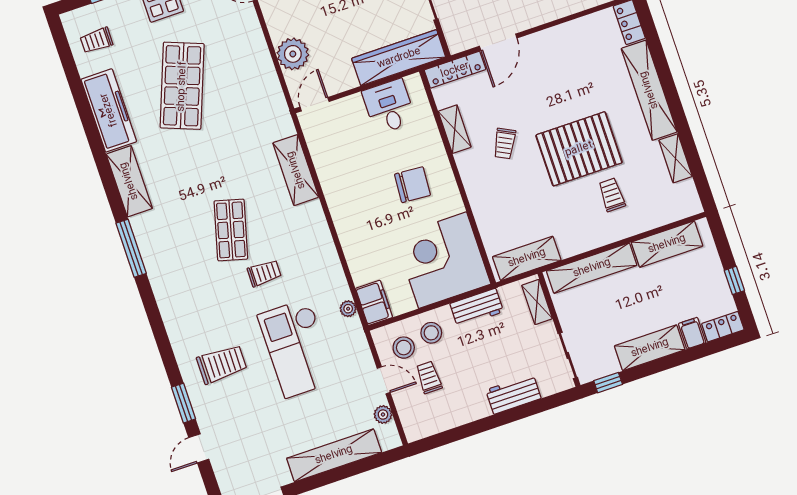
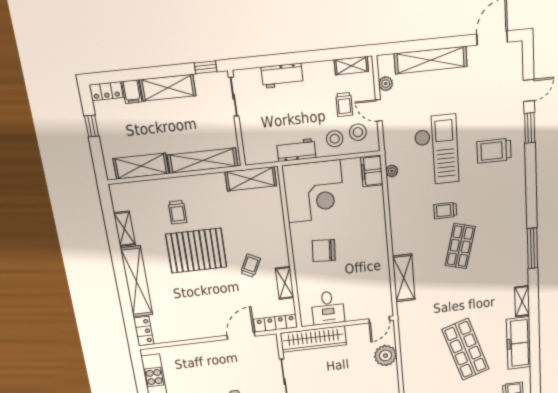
shop shelf: (182, 86) -> (466, 349), turned -39
shelving: (129, 181) -> (522, 301), width x0.67, depth x0.75
shelving: (537, 302) -> (351, 66), moved, turned 90

